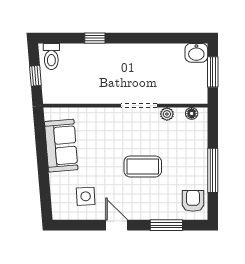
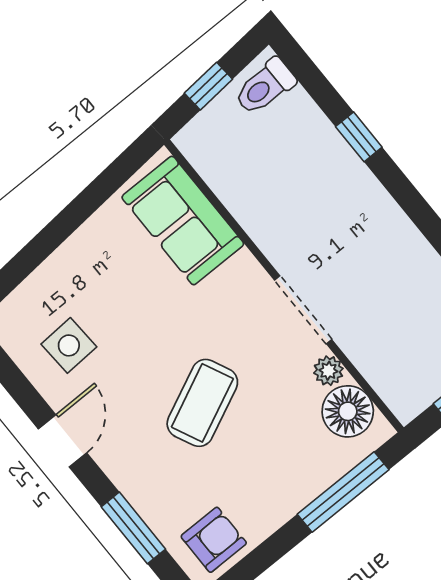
floor lamp: (192, 113) -> (348, 411), width x1.89, depth x1.89
sofa: (61, 146) -> (183, 220), moved, turned 95
coffee table: (143, 166) -> (202, 403), turned 65
window: (213, 170) -> (343, 492), moved

